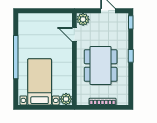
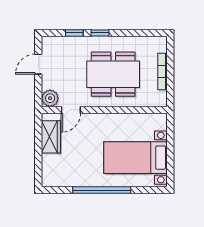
wardrobe: (55, 20) -> (51, 137), added
window: (131, 22) -> (74, 33), moved
plant: (66, 99) -> (159, 121), removed

